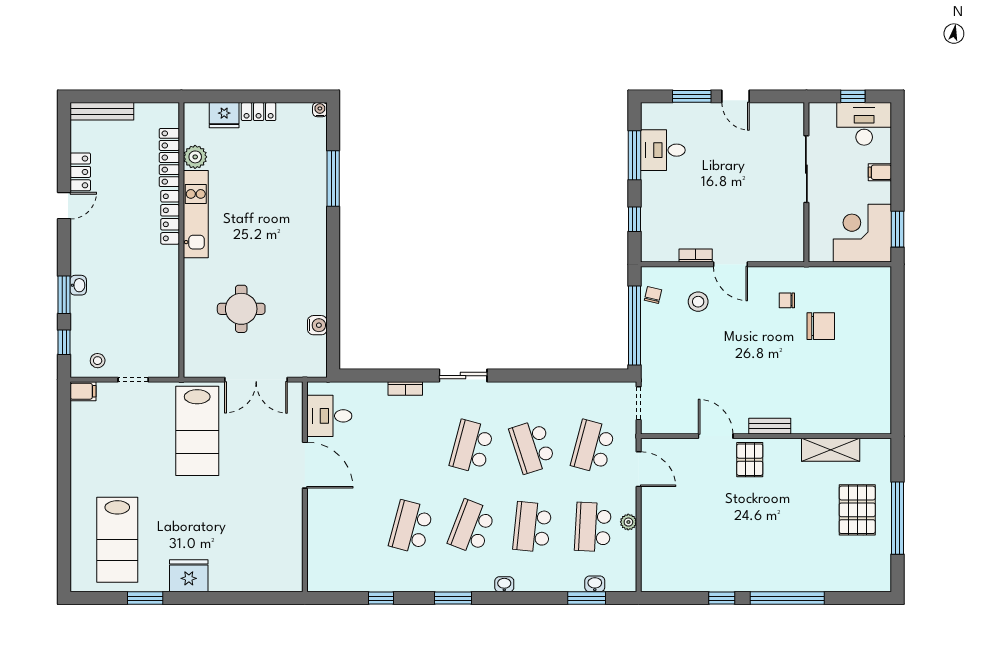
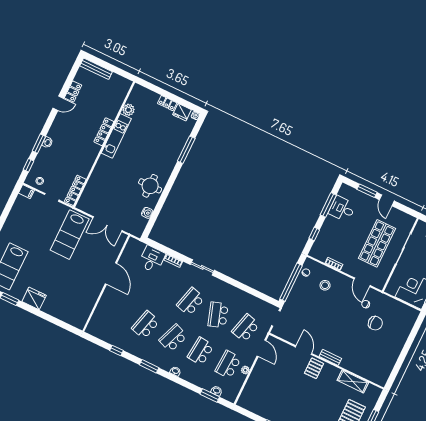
fridge: (224, 115) -> (182, 112), moved
locker: (169, 158) -> (75, 190), moved
shop shelf: (755, 182) -> (377, 243), added
door: (730, 264) -> (362, 282), moved
round table: (241, 309) -> (150, 186), moved
desk: (329, 416) -> (152, 259), moved, turned 90

